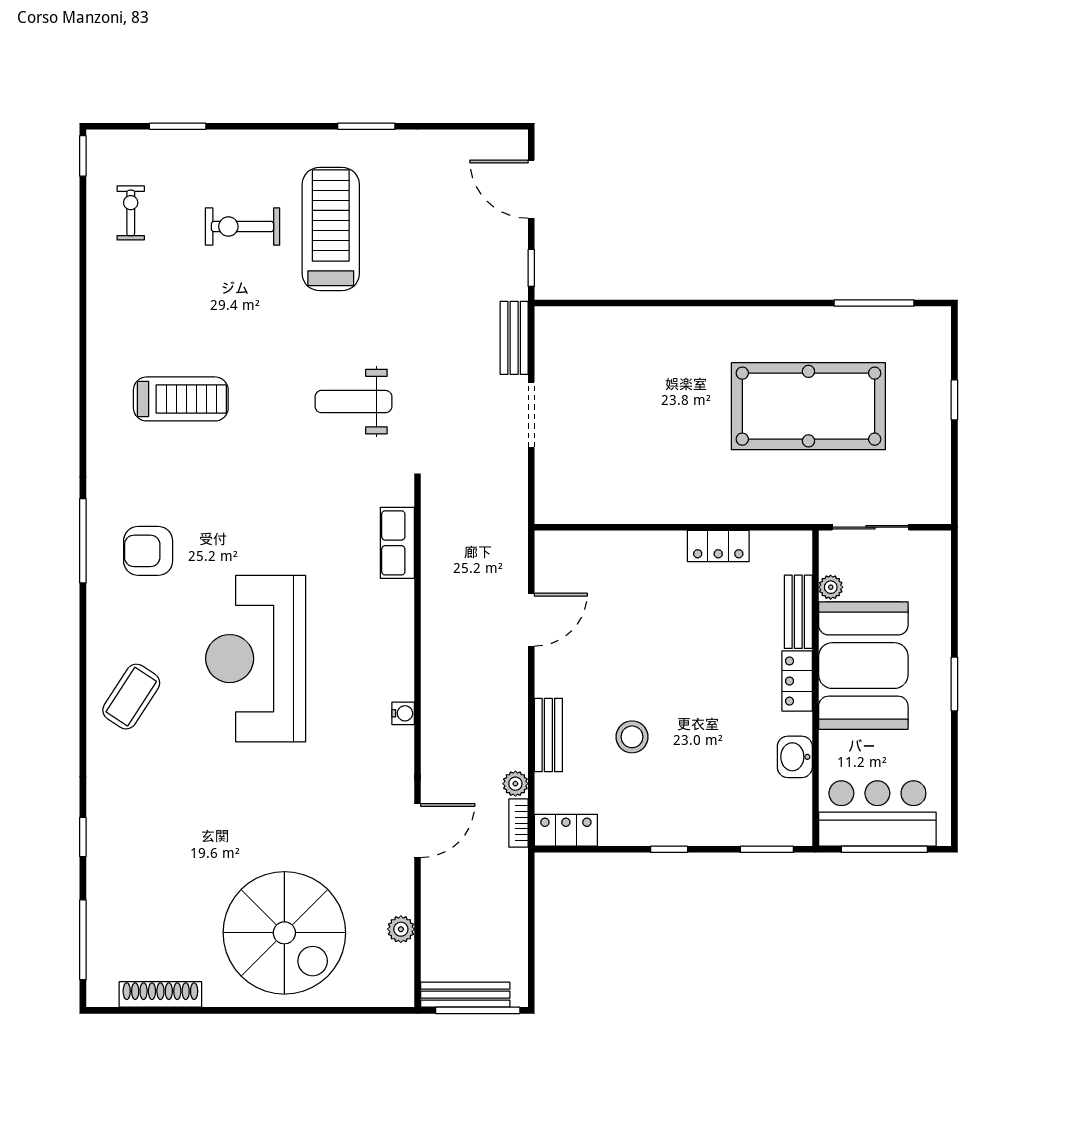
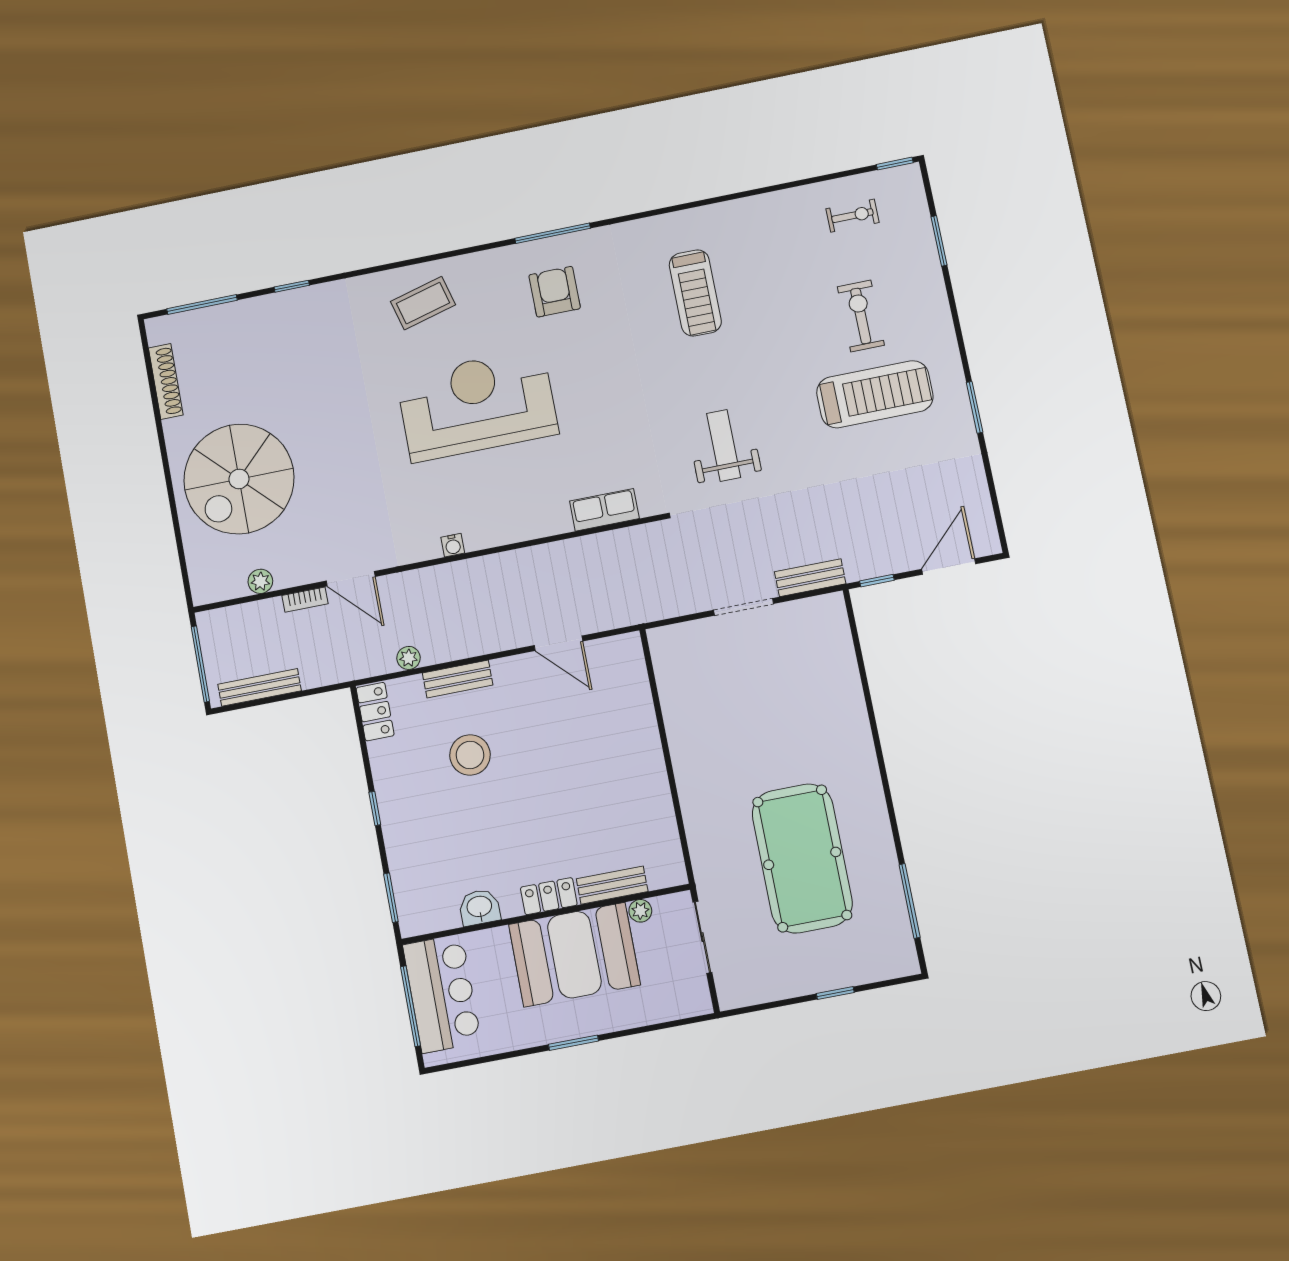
locker: (718, 546) -> (658, 800), removed
coffee table: (131, 697) -> (423, 303), turned -48
stool: (632, 737) -> (470, 755), width x1.38, depth x1.38
bookcase: (518, 823) -> (305, 600), moved, turned 180
bench: (465, 995) -> (260, 687), moved, turned 90

